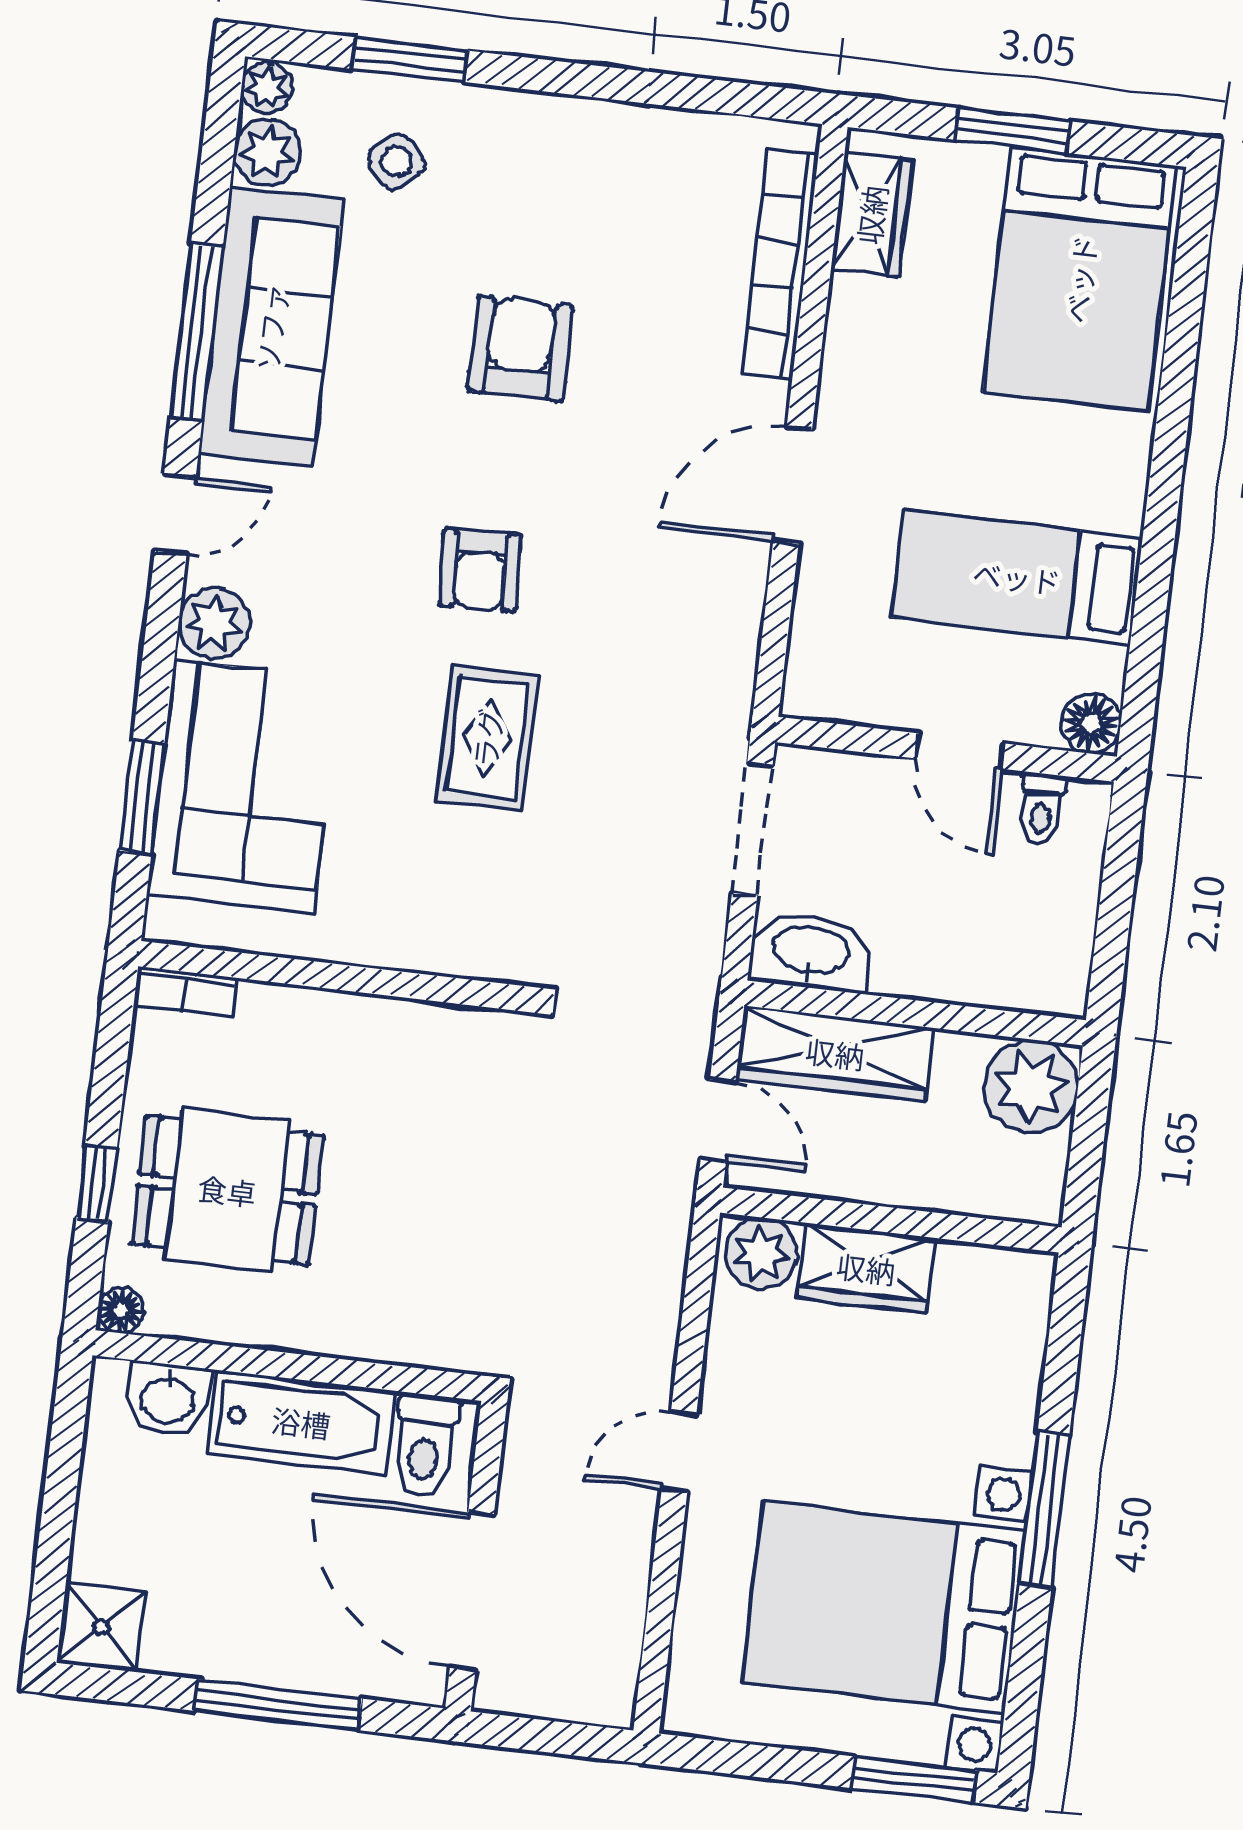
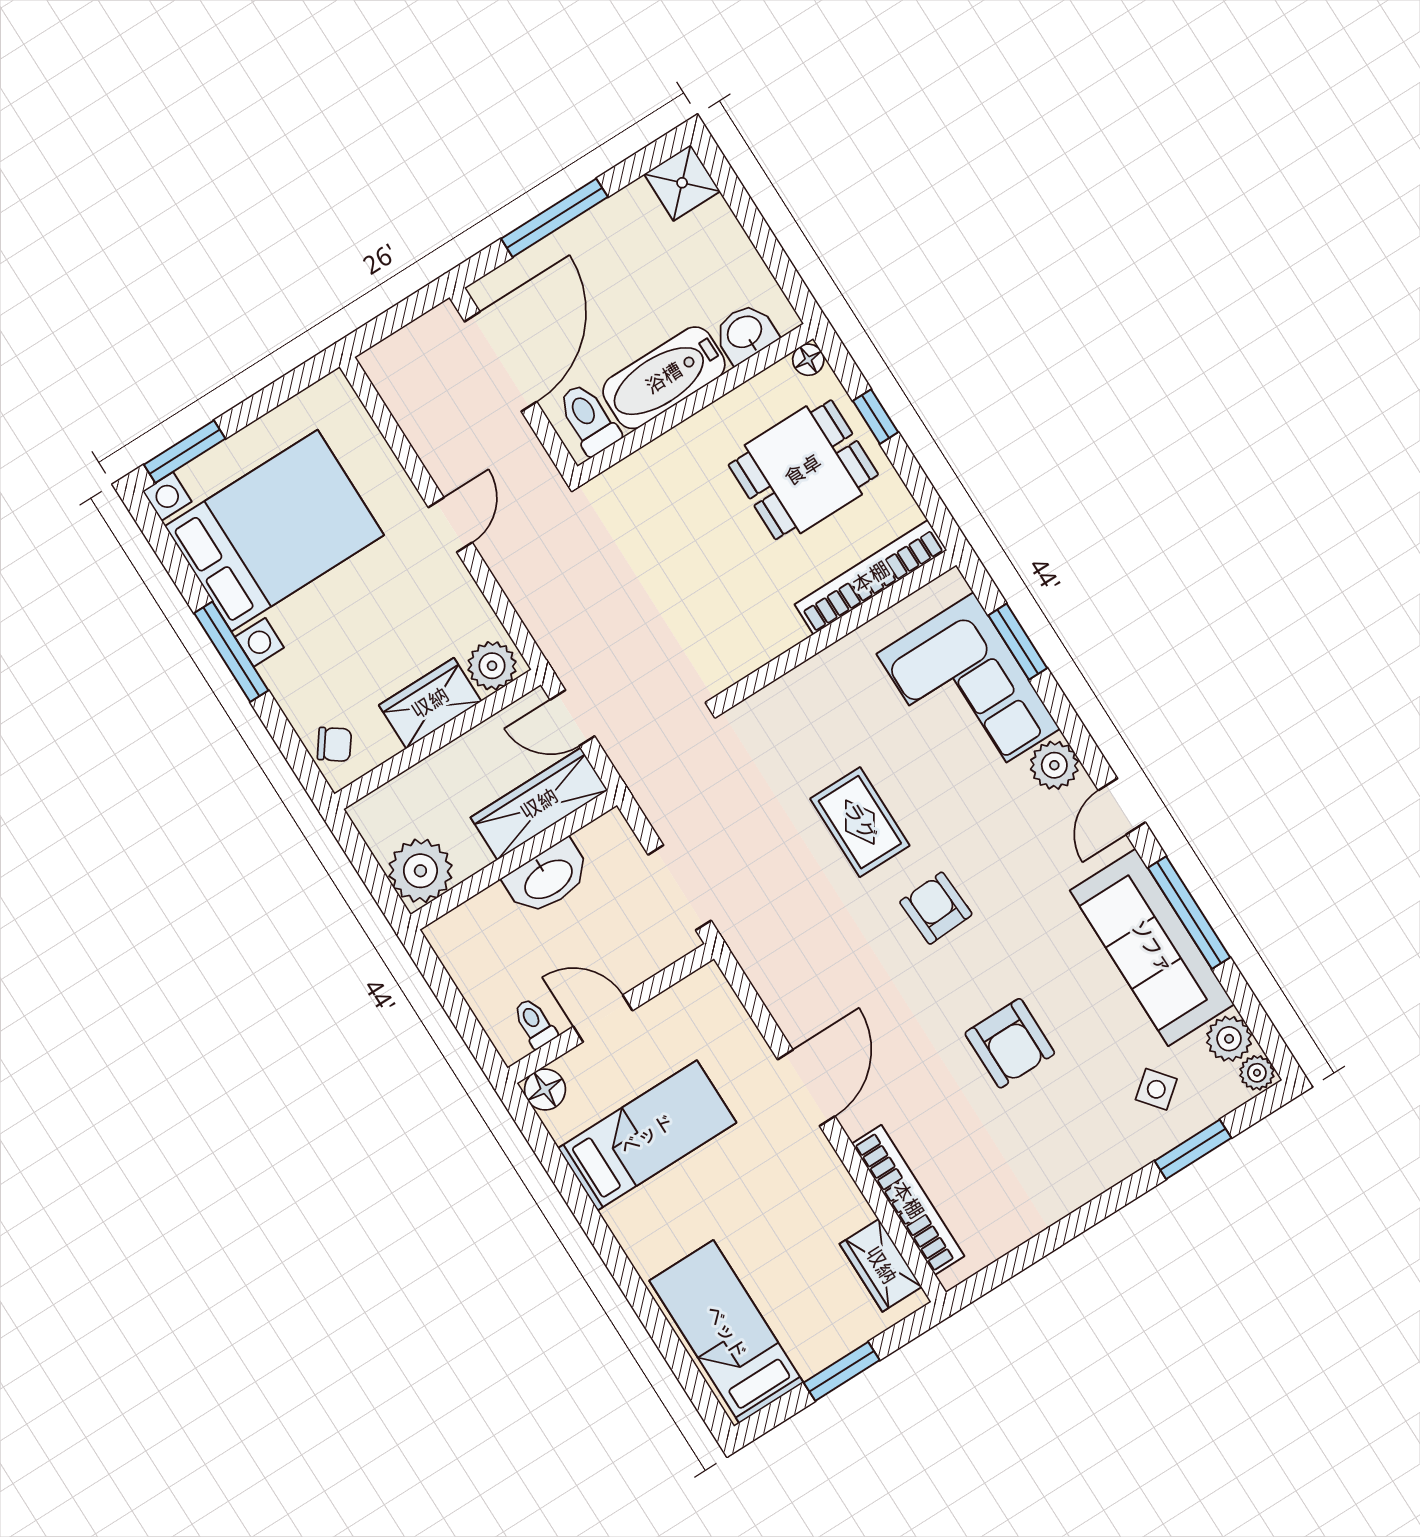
bed: (1080, 279) -> (726, 1332), width x0.67
washbasin: (810, 951) -> (548, 878), moved
bookcase: (185, 992) -> (871, 577), width x2.31, depth x1.31
chair: (1013, 1309) -> (334, 744), added
door: (472, 1591) -> (501, 362), hinge flipped

